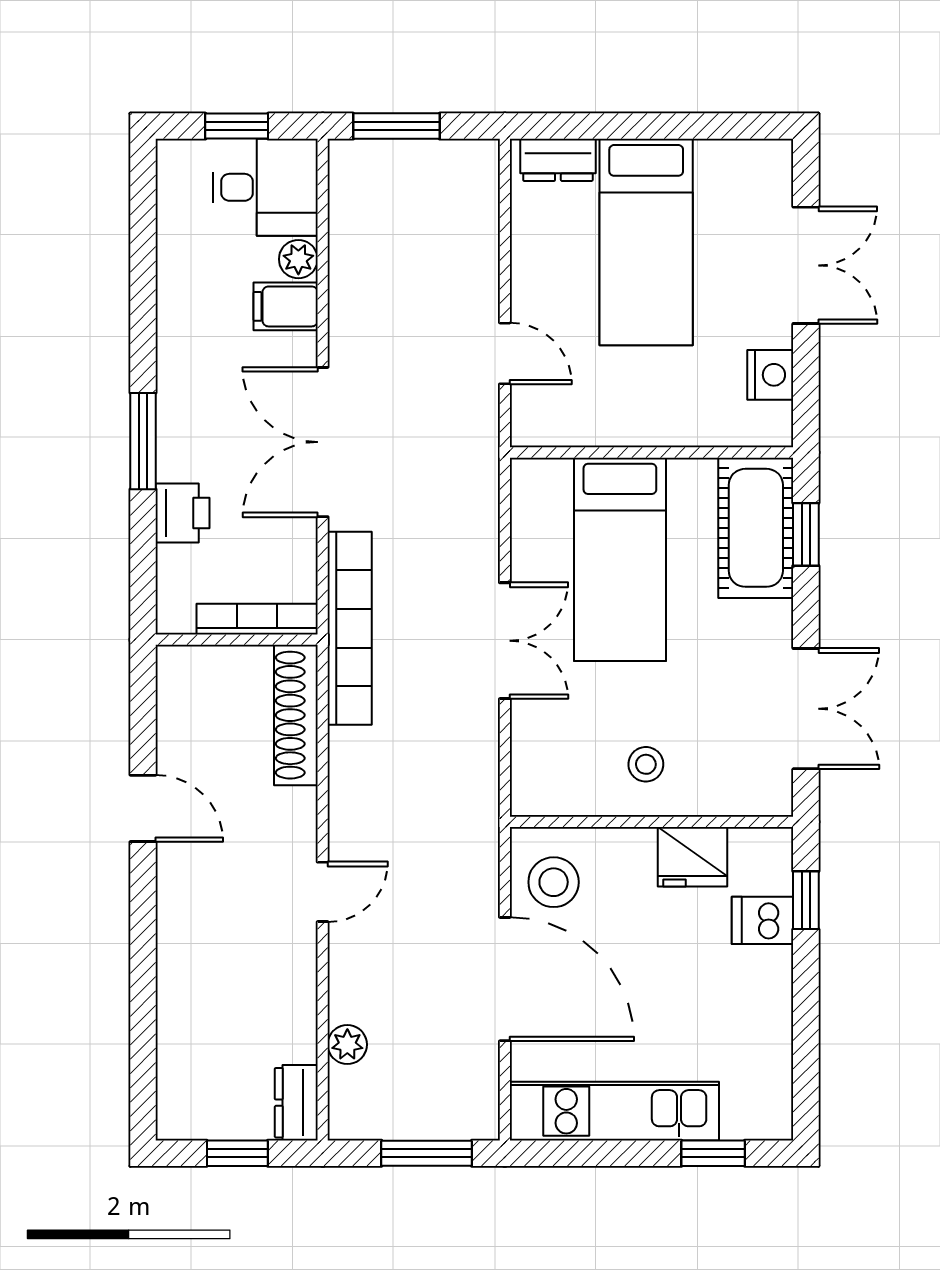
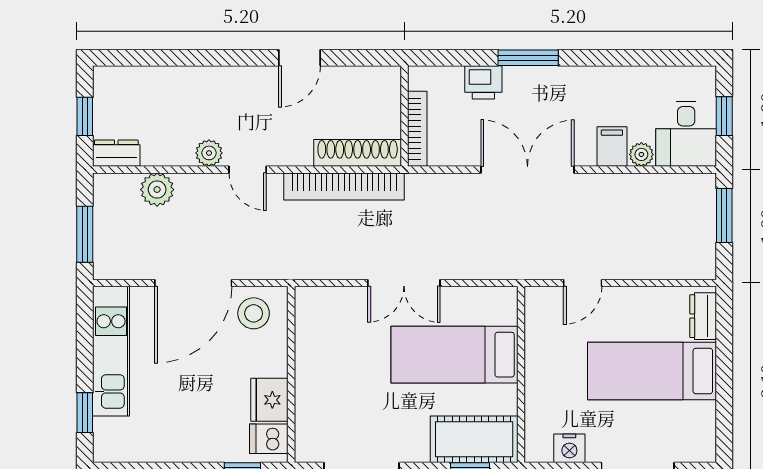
bookcase: (350, 628) -> (344, 186), moved
stool: (646, 764) -> (327, 371), removed
dishwasher: (762, 920) -> (269, 439), moved, turned -90
plant: (296, 954) -> (209, 153), added
plant: (347, 1045) -> (157, 190), width x1.38, depth x1.38

